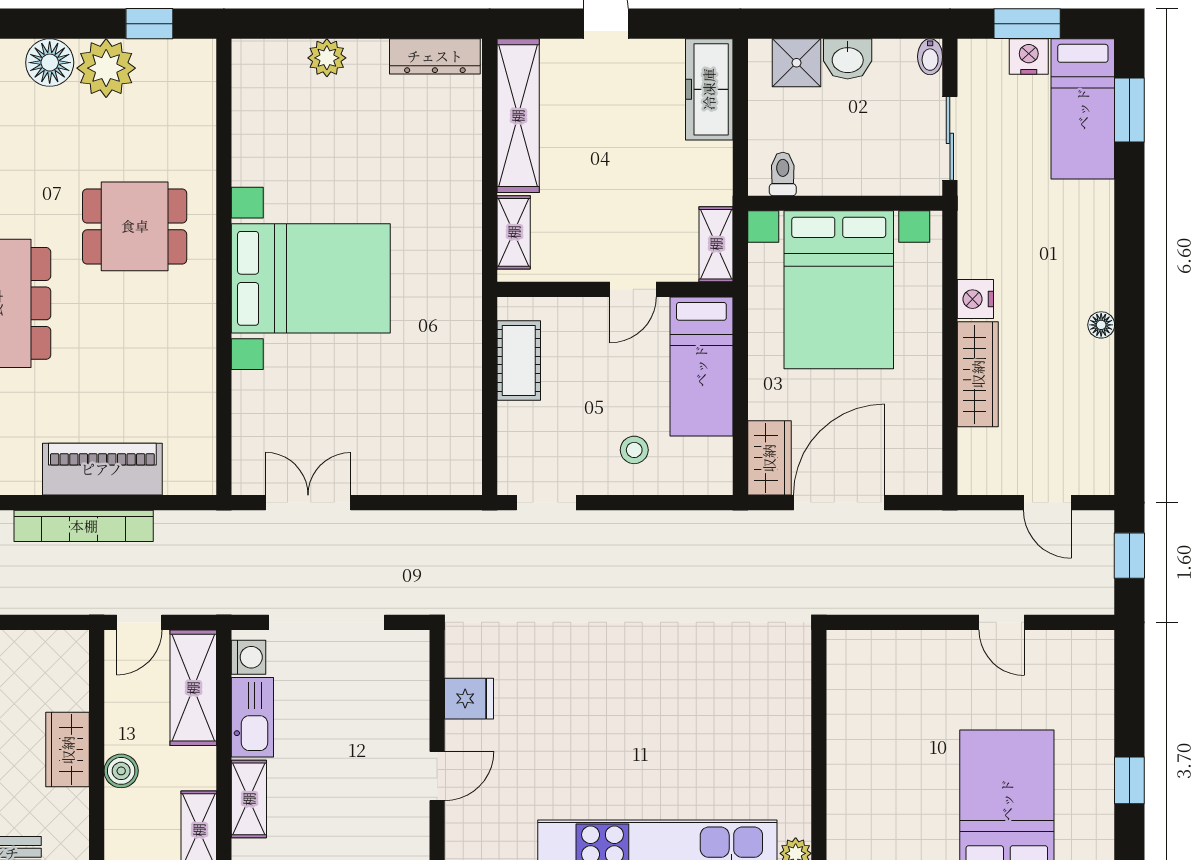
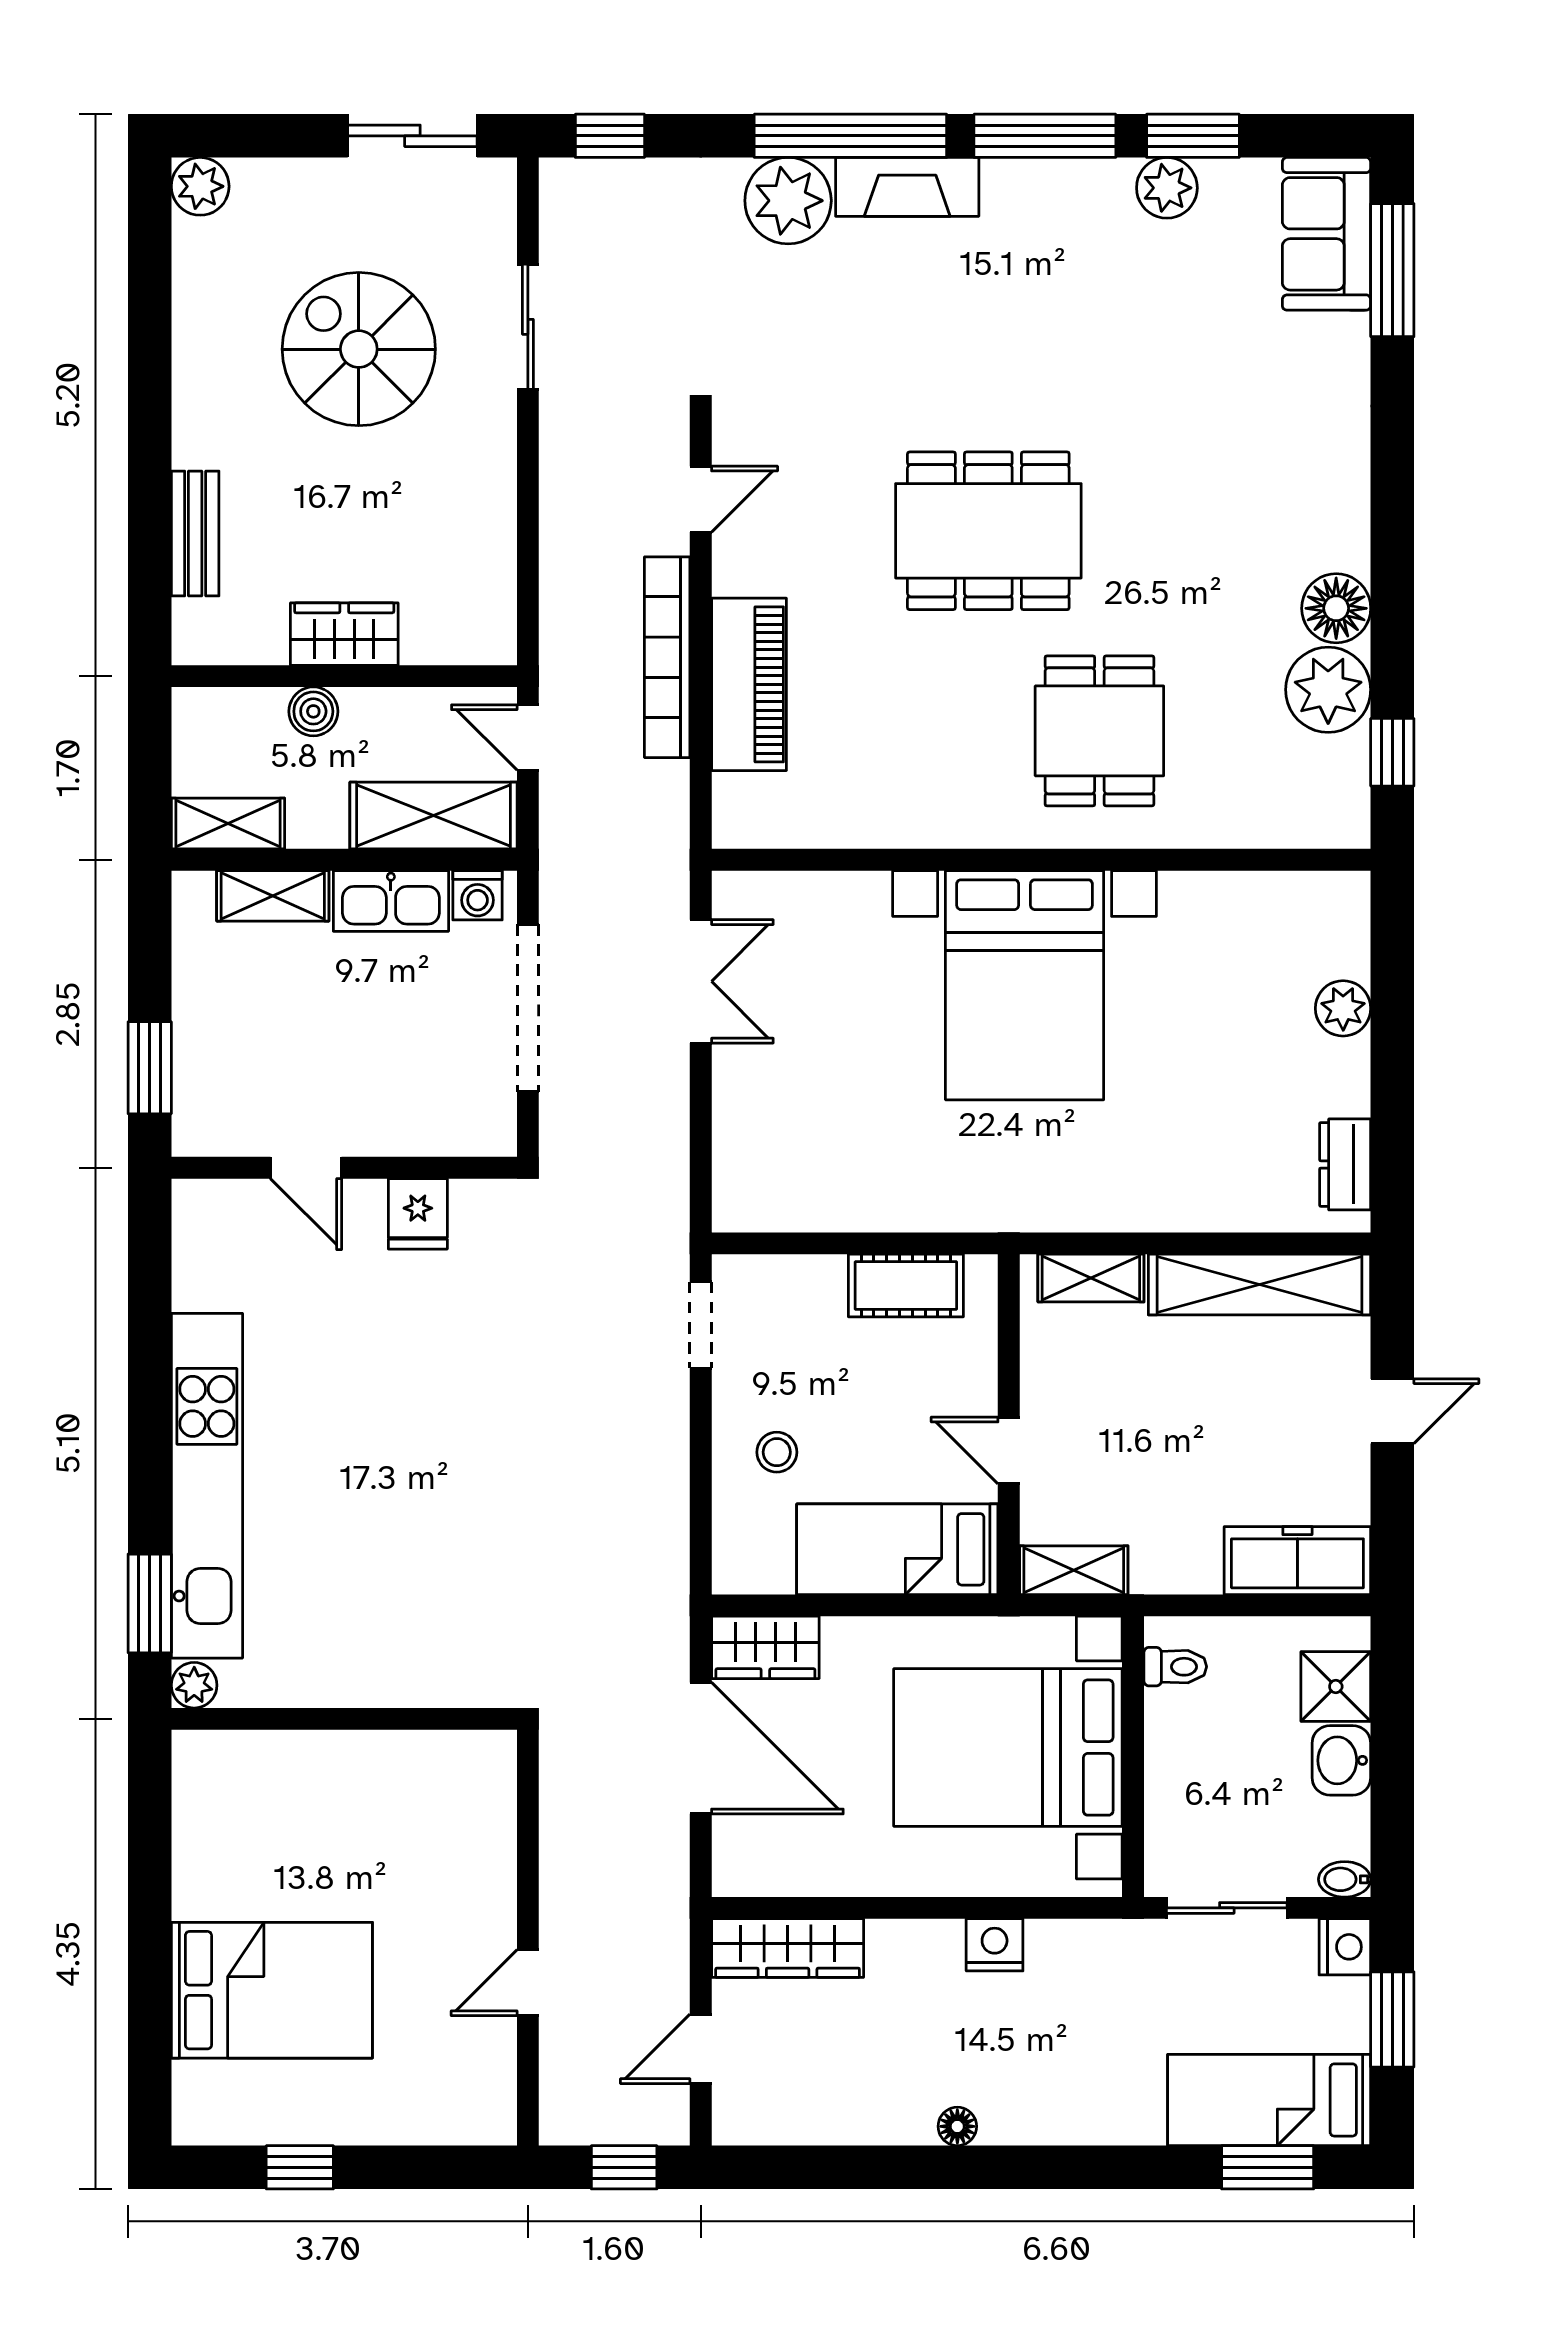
dresser: (435, 56) -> (1345, 1164), width x0.70
nightstand: (1029, 56) -> (1345, 1947), moved
wardrobe: (978, 374) -> (788, 1948), moved

